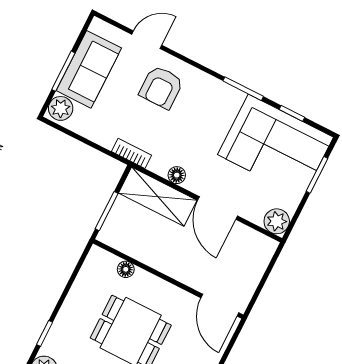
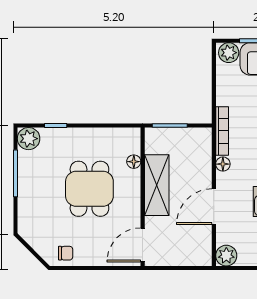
bookcase: (131, 153) -> (222, 131), width x1.56
shelving: (158, 197) -> (157, 185), moved

